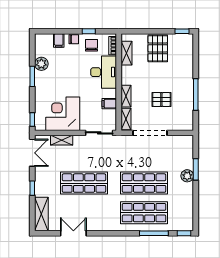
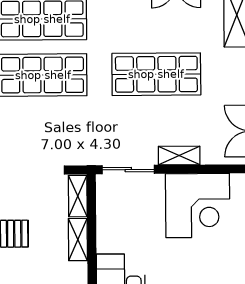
filing cabinet: (109, 104) -> (109, 225), removed
shelving: (62, 140) -> (179, 155), moved

